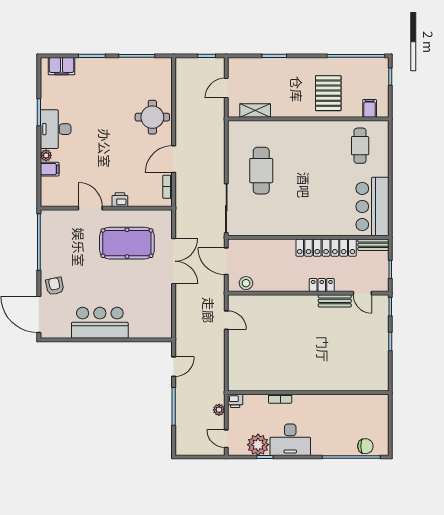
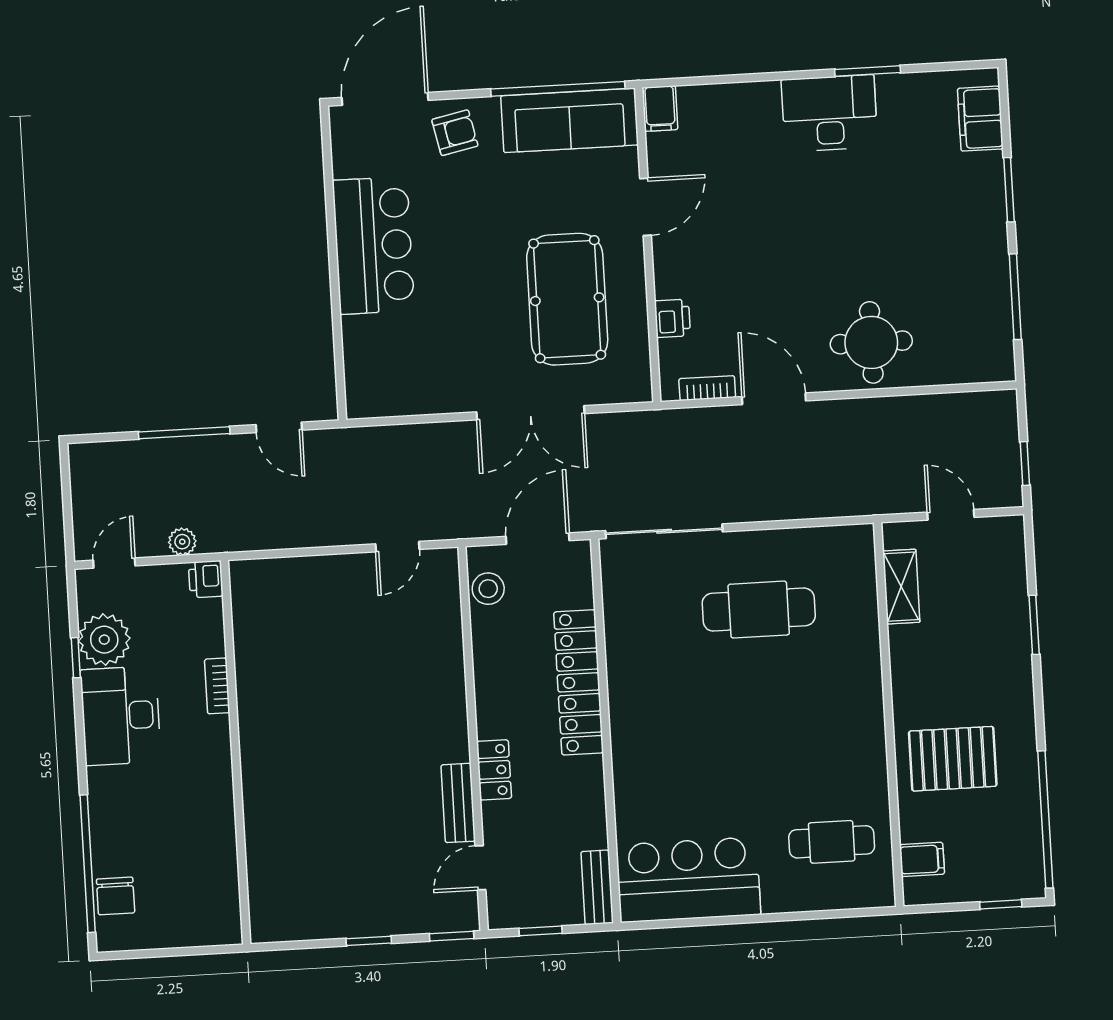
plant: (46, 155) -> (765, 94), removed
filing cabinet: (50, 169) -> (660, 109), moved
printer: (120, 200) -> (672, 318), moved
sofa: (52, 238) -> (570, 120), added
locker: (326, 248) -> (579, 682), moved

